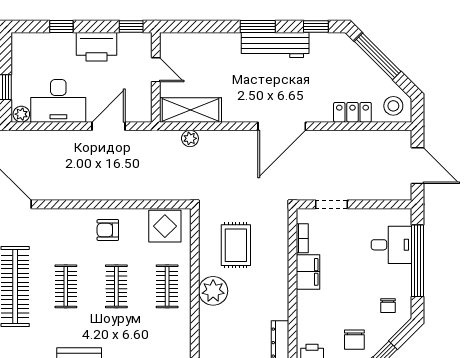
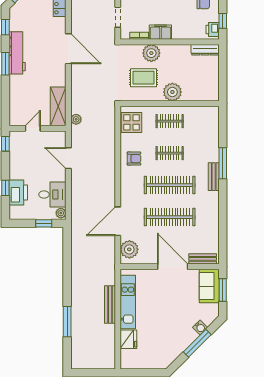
printer: (96, 47) -> (18, 193), moved
desk: (58, 101) -> (52, 194), width x0.73
plant: (190, 138) -> (76, 119), moved
armchair: (108, 230) -> (134, 159), turned -90
plant: (275, 257) -> (151, 53), added
clothes rail: (66, 286) -> (170, 185), width x1.86, depth x1.31

